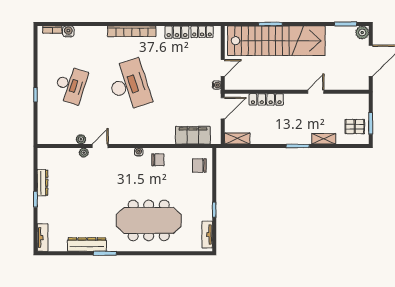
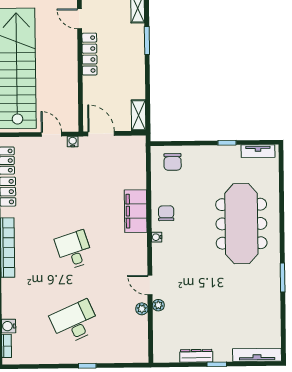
desk: (71, 85) -> (75, 322), turned -42
desk: (129, 85) -> (74, 250), width x0.53, depth x0.77
locker: (266, 99) -> (89, 54), moved
filing cabinet: (193, 135) -> (136, 211), moved
tv unit: (43, 238) -> (257, 355), width x1.41
dresser: (87, 244) -> (272, 300), removed

